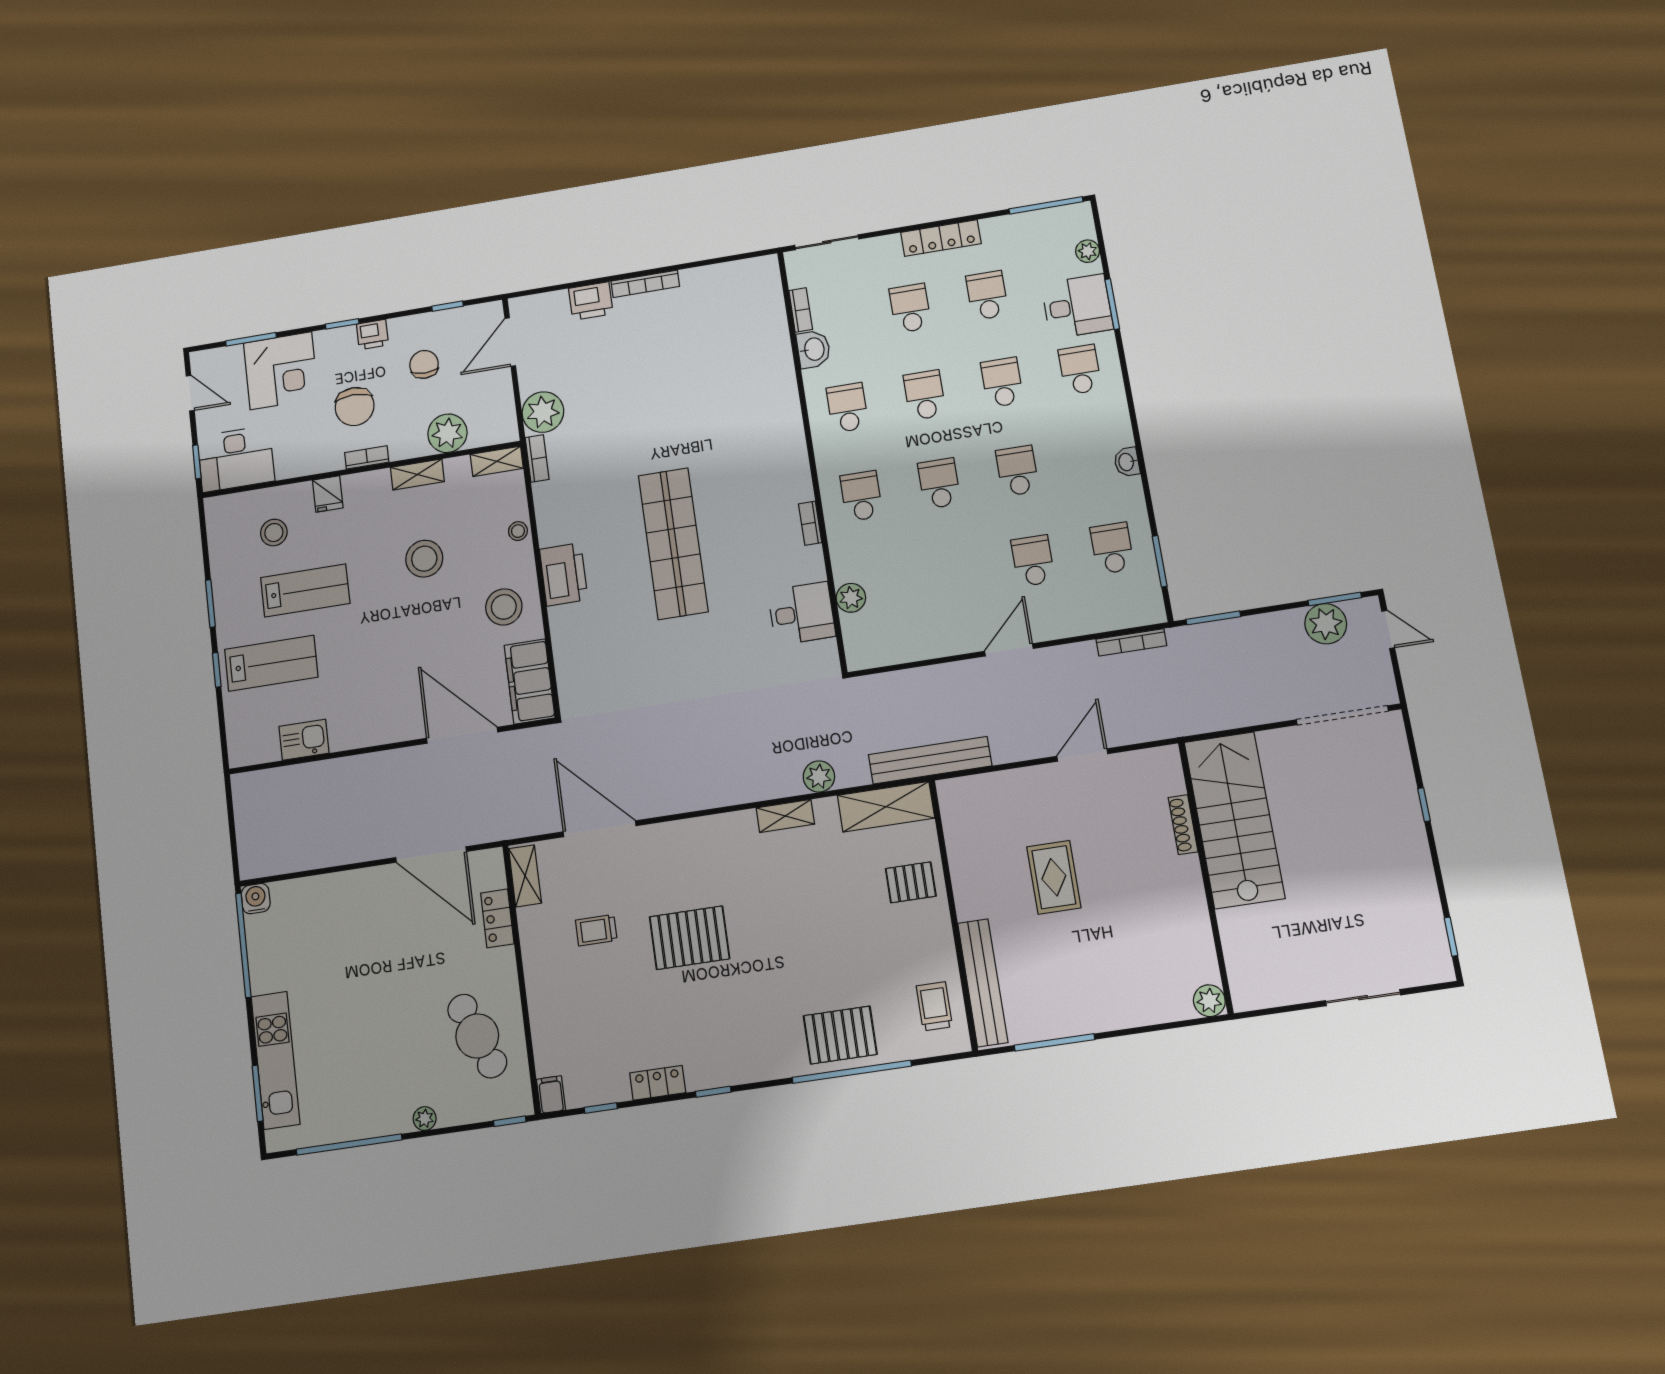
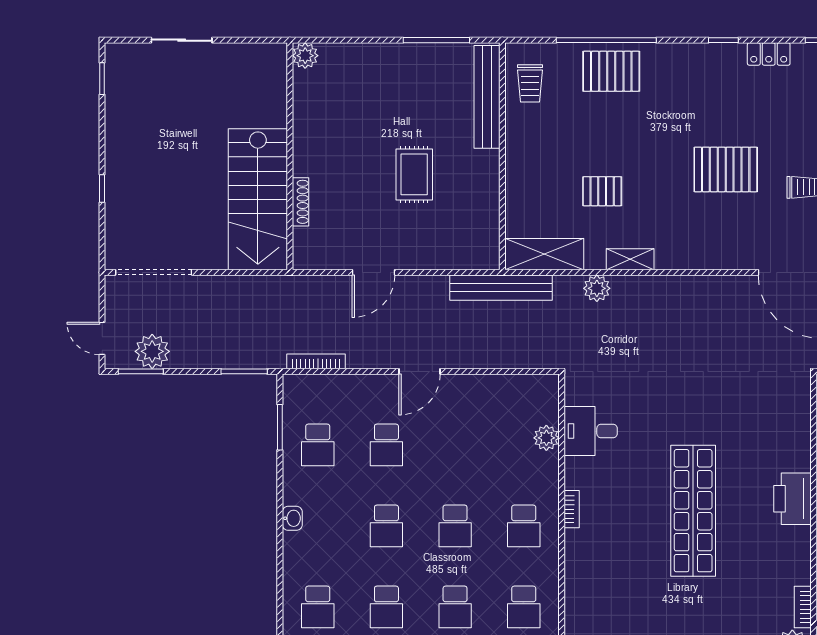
pallet: (911, 882) -> (602, 191), moved

